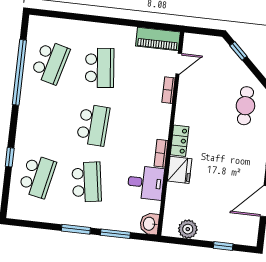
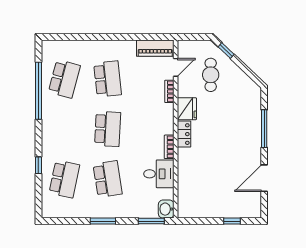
cafe table: (245, 106) -> (211, 75), moved
fridge: (180, 170) -> (187, 109), moved
plant: (188, 229) -> (200, 210), removed
window: (115, 234) -> (151, 221), moved

